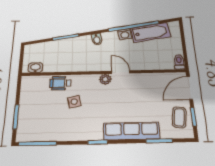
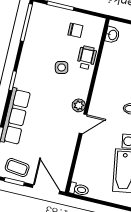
chair: (37, 98) -> (75, 30), added

